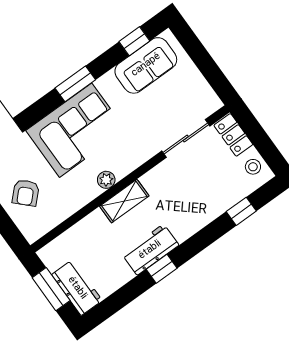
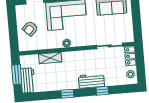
shelving: (124, 201) -> (50, 58), moved
window: (241, 211) -> (102, 91), moved
workbench: (150, 250) -> (91, 81), moved

